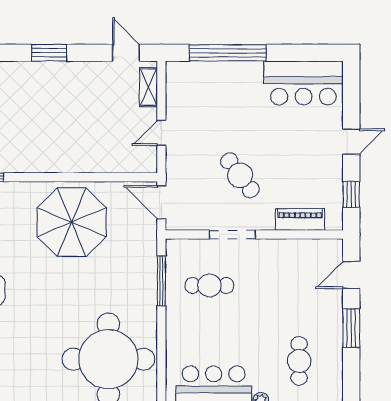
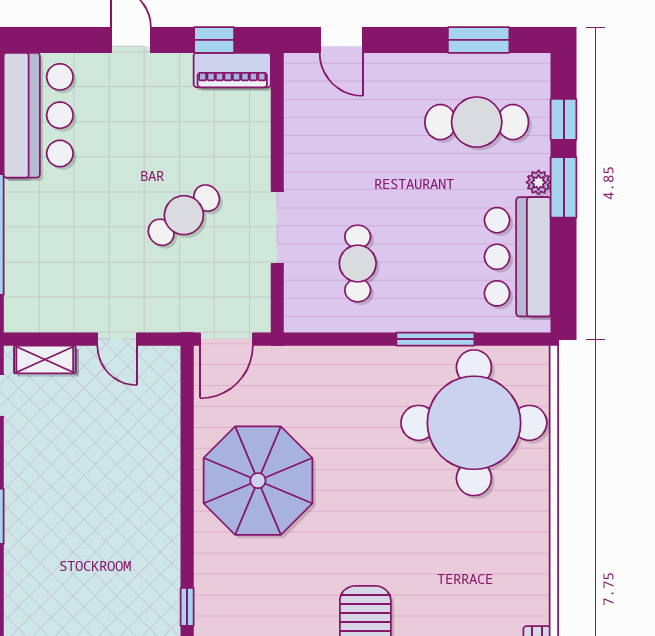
piano: (300, 219) -> (232, 70), moved, turned -90
window: (161, 281) -> (435, 339), moved
window: (351, 328) -> (479, 40), moved
cafe table: (299, 361) -> (477, 122), width x1.37, depth x1.35

